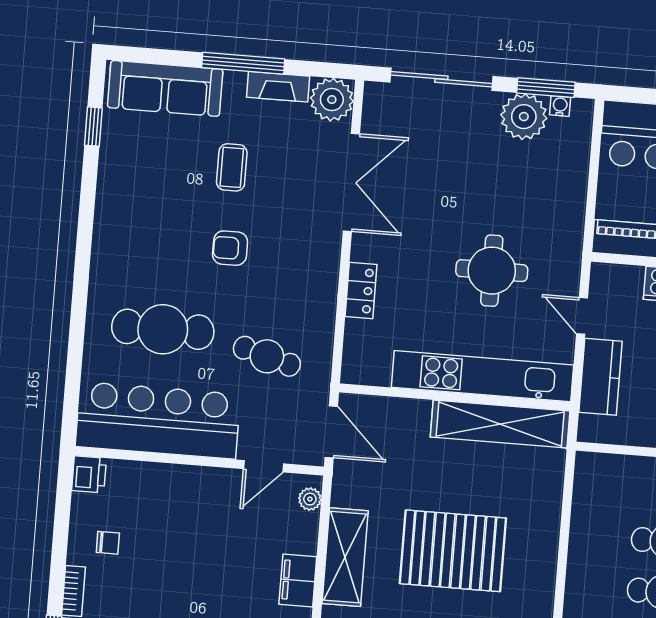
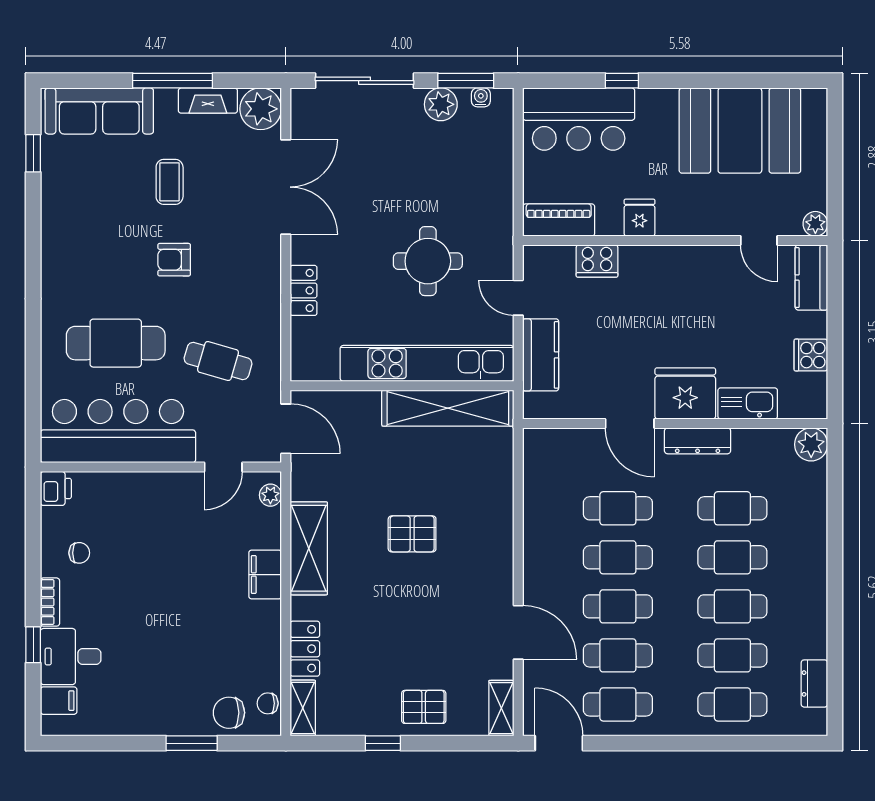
plant: (524, 117) -> (441, 104), width x0.73, depth x0.73
pallet: (453, 551) -> (412, 534), width x0.49, depth x0.50

